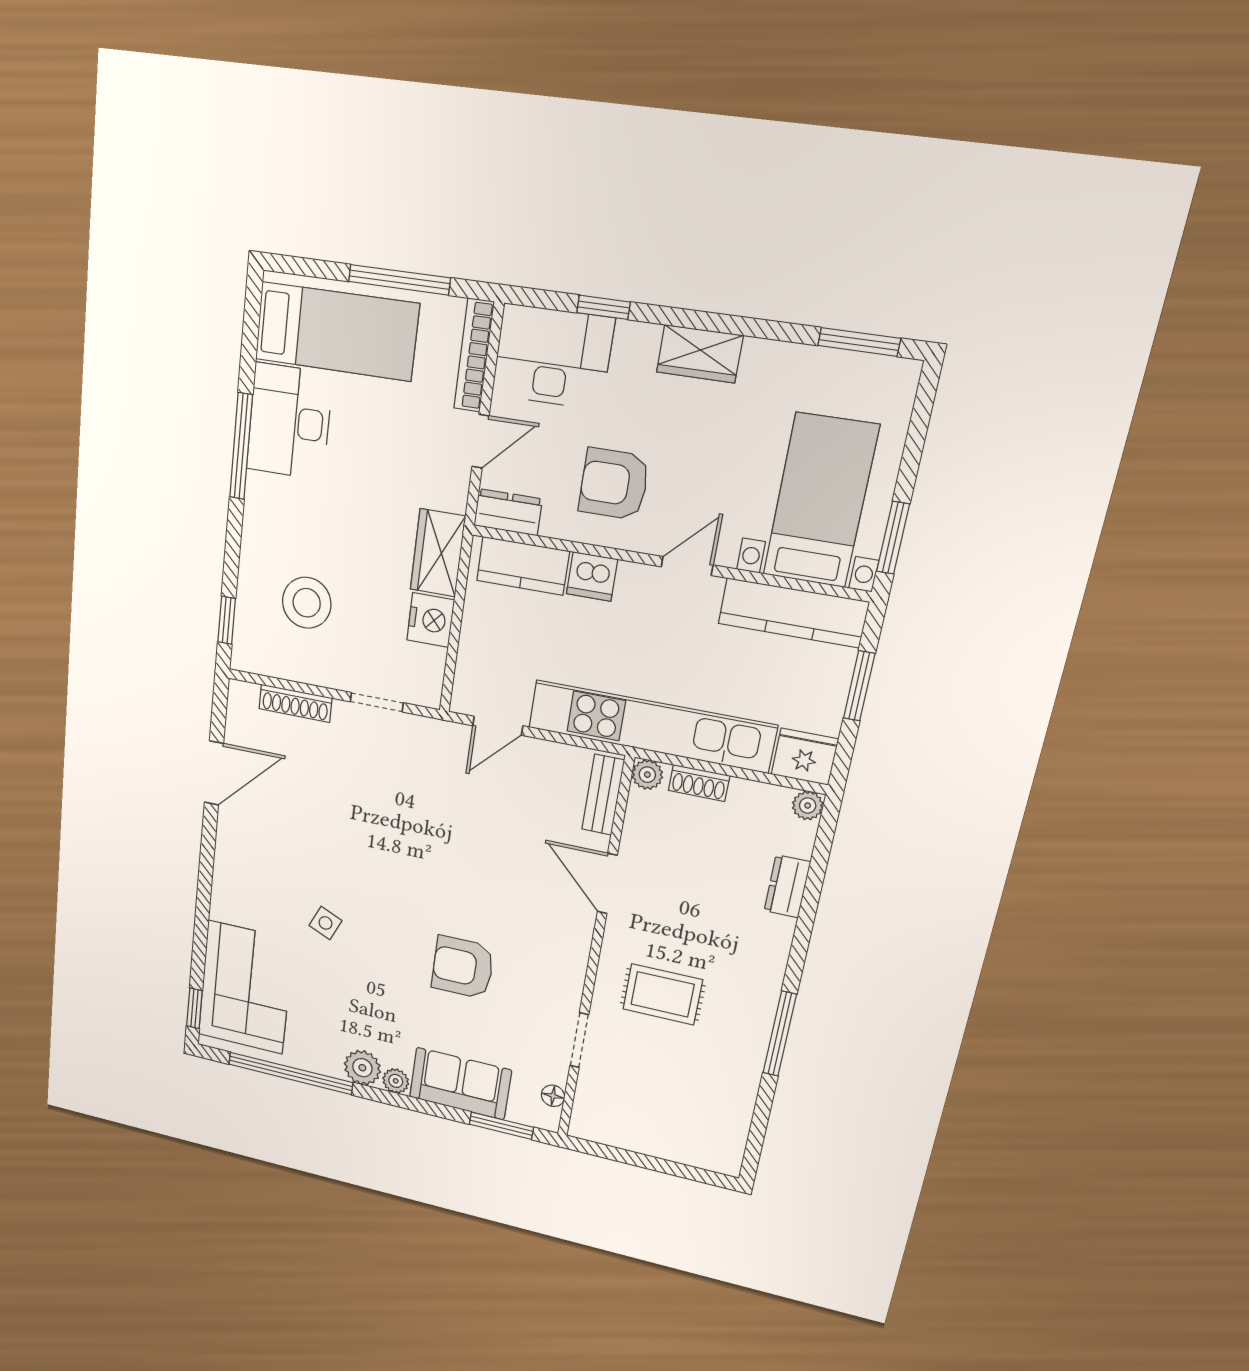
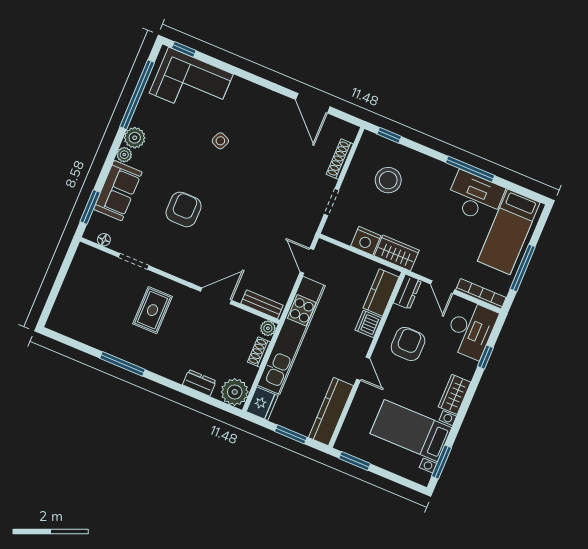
bed with nightstands: (820, 501) -> (411, 431), moved, turned 180
plant: (808, 806) -> (235, 392), width x1.88, depth x1.88

